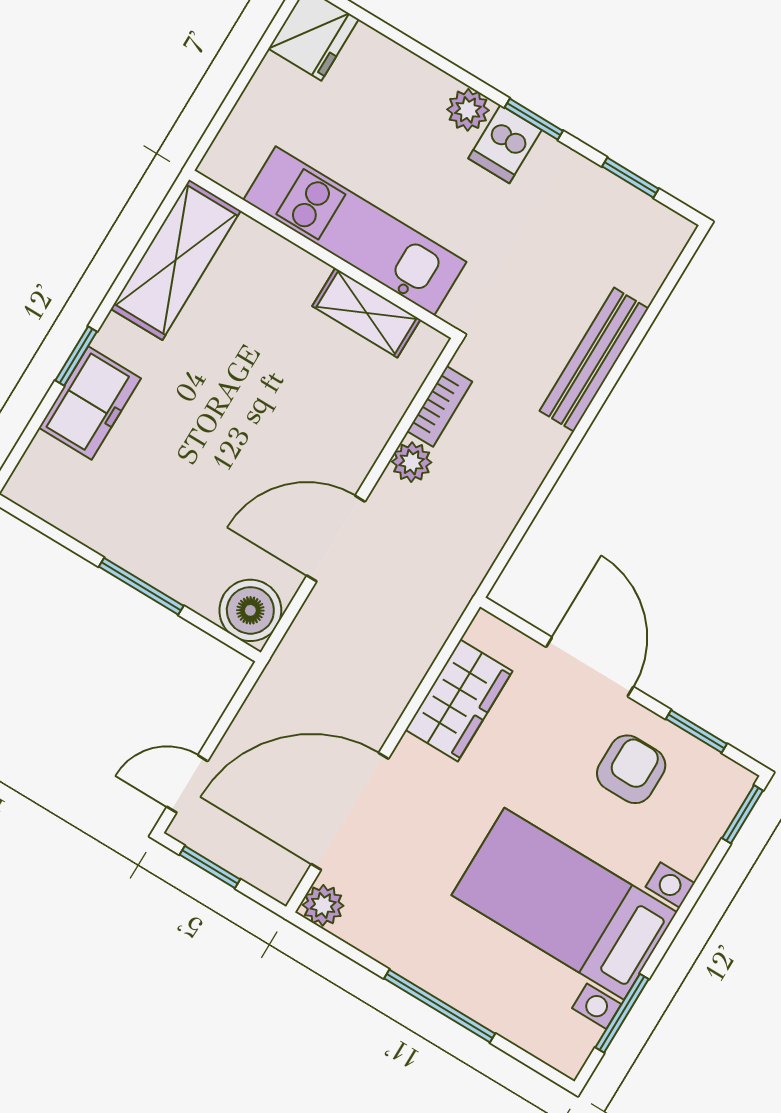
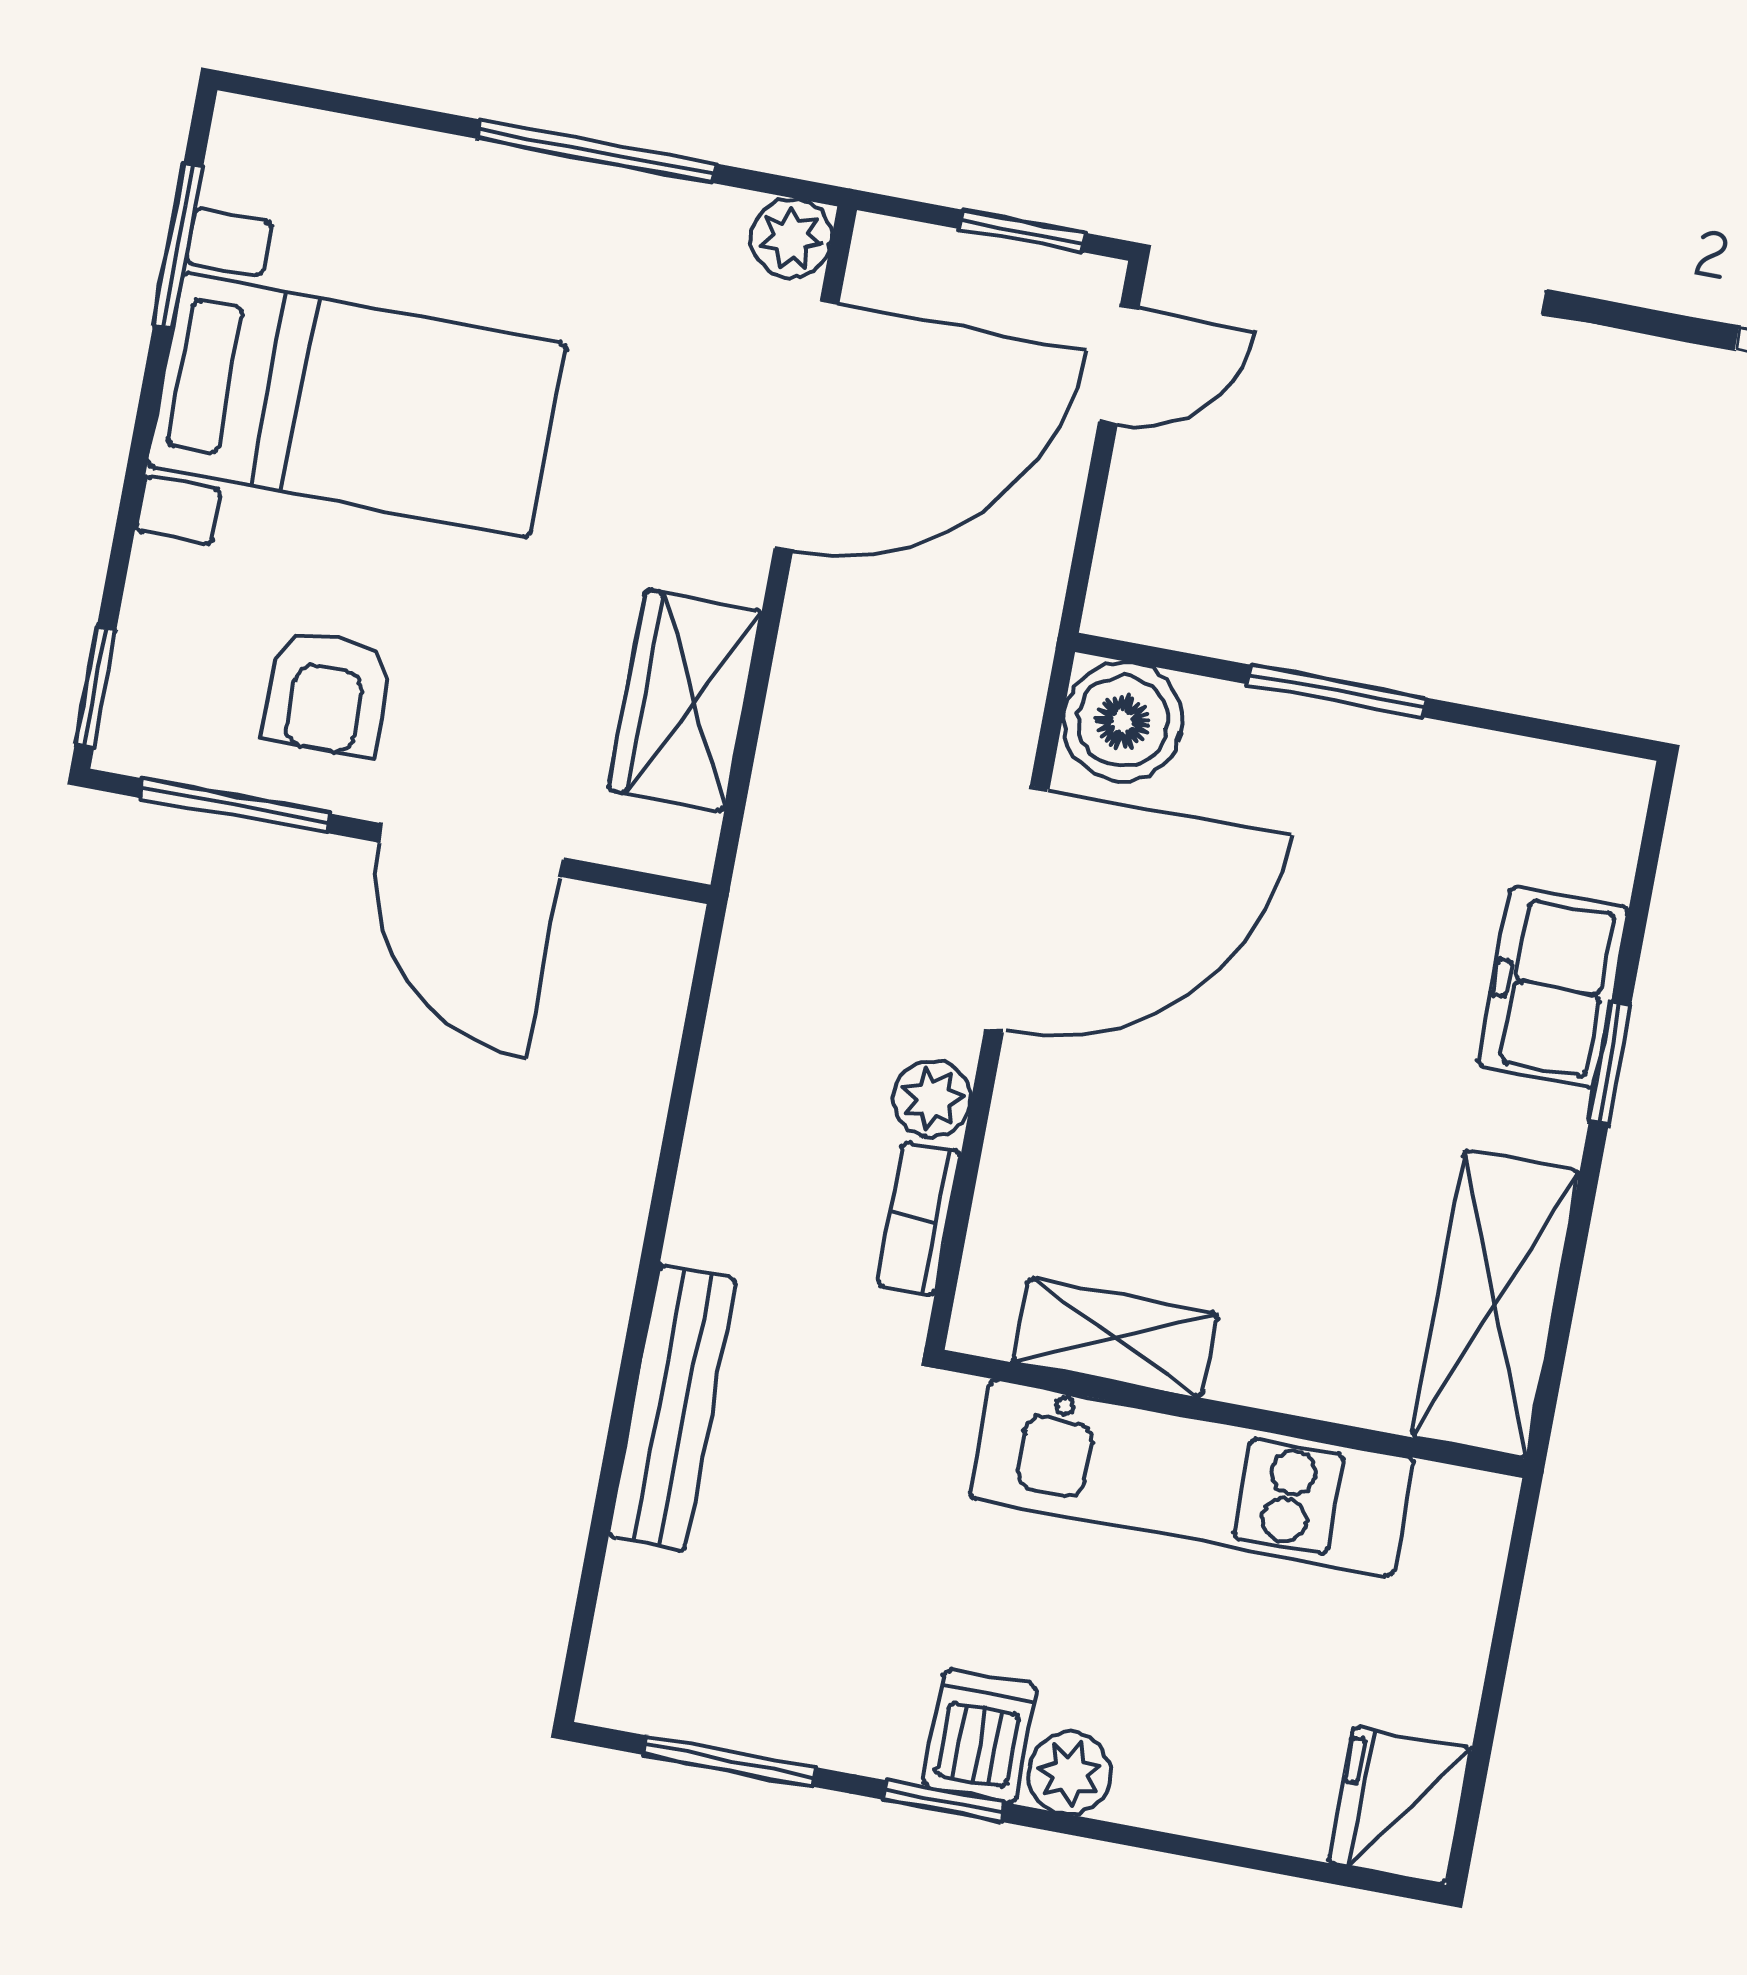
window: (630, 178) -> (730, 1761), width x1.50
door: (336, 539) -> (1017, 909), width x1.36
window: (696, 731) -> (235, 806), width x1.50
window: (440, 1006) -> (596, 151), moved

